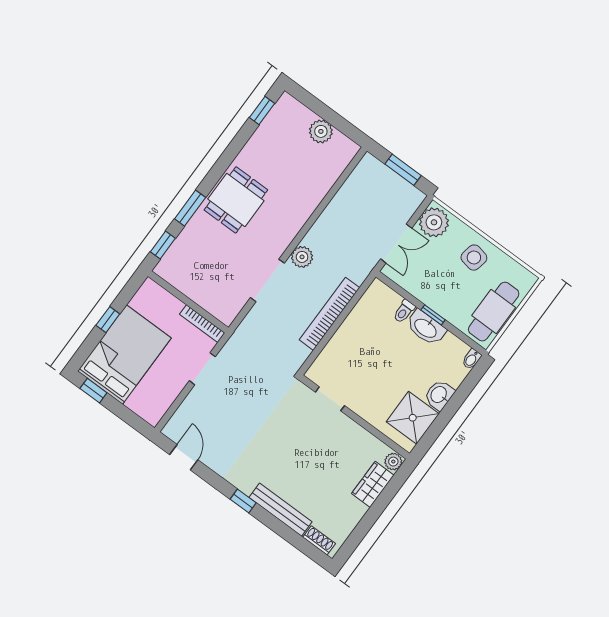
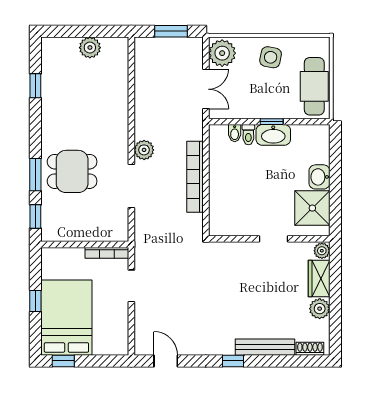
window: (262, 111) -> (35, 86), moved
dining table: (236, 200) -> (72, 171), moved, turned 90
bidet: (472, 359) -> (235, 133), moved
doorway: (330, 399) -> (274, 239), moved
plant: (354, 511) -> (320, 309), added

